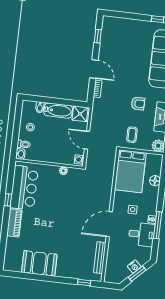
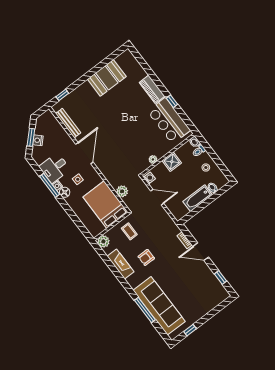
shower: (80, 114) -> (172, 162), moved
plant: (109, 169) -> (122, 191), added
floor lamp: (155, 181) -> (65, 192), moved

